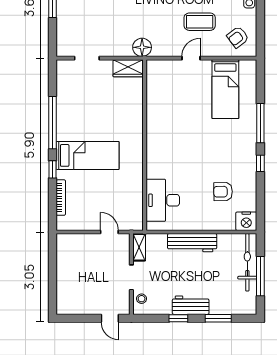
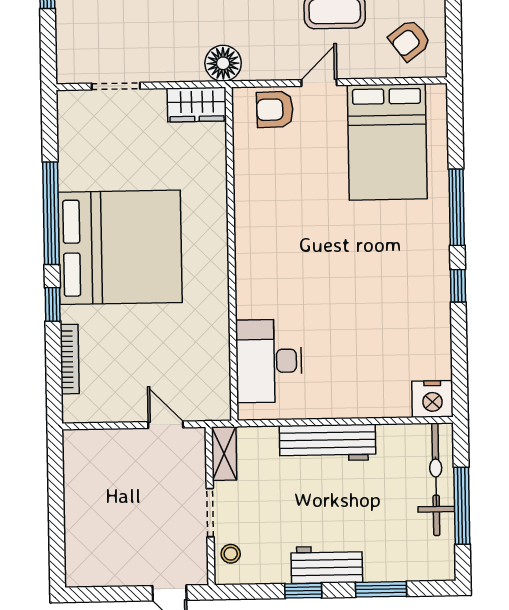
bed: (225, 89) -> (387, 142), width x1.50
bed: (88, 155) -> (120, 247), width x2.04
armchair: (223, 192) -> (275, 109), moved

